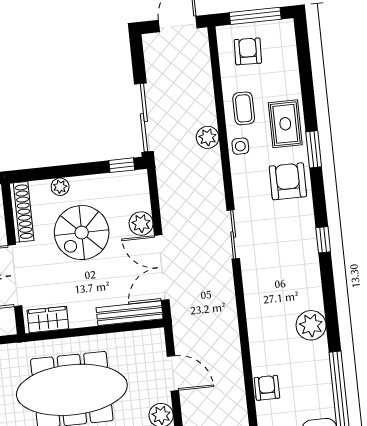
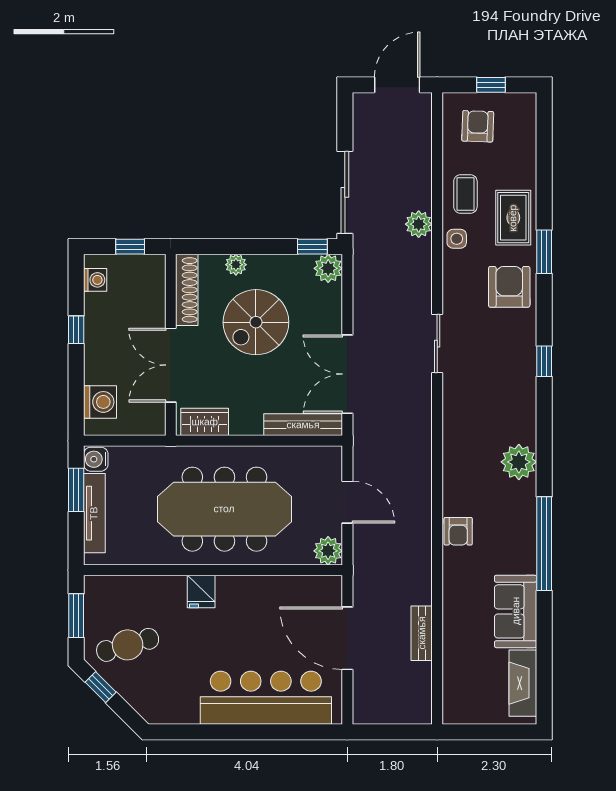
window: (255, 16) -> (491, 85), width x0.46
plant: (141, 224) -> (328, 268), moved
armchair: (267, 388) -> (458, 531), turned 180

